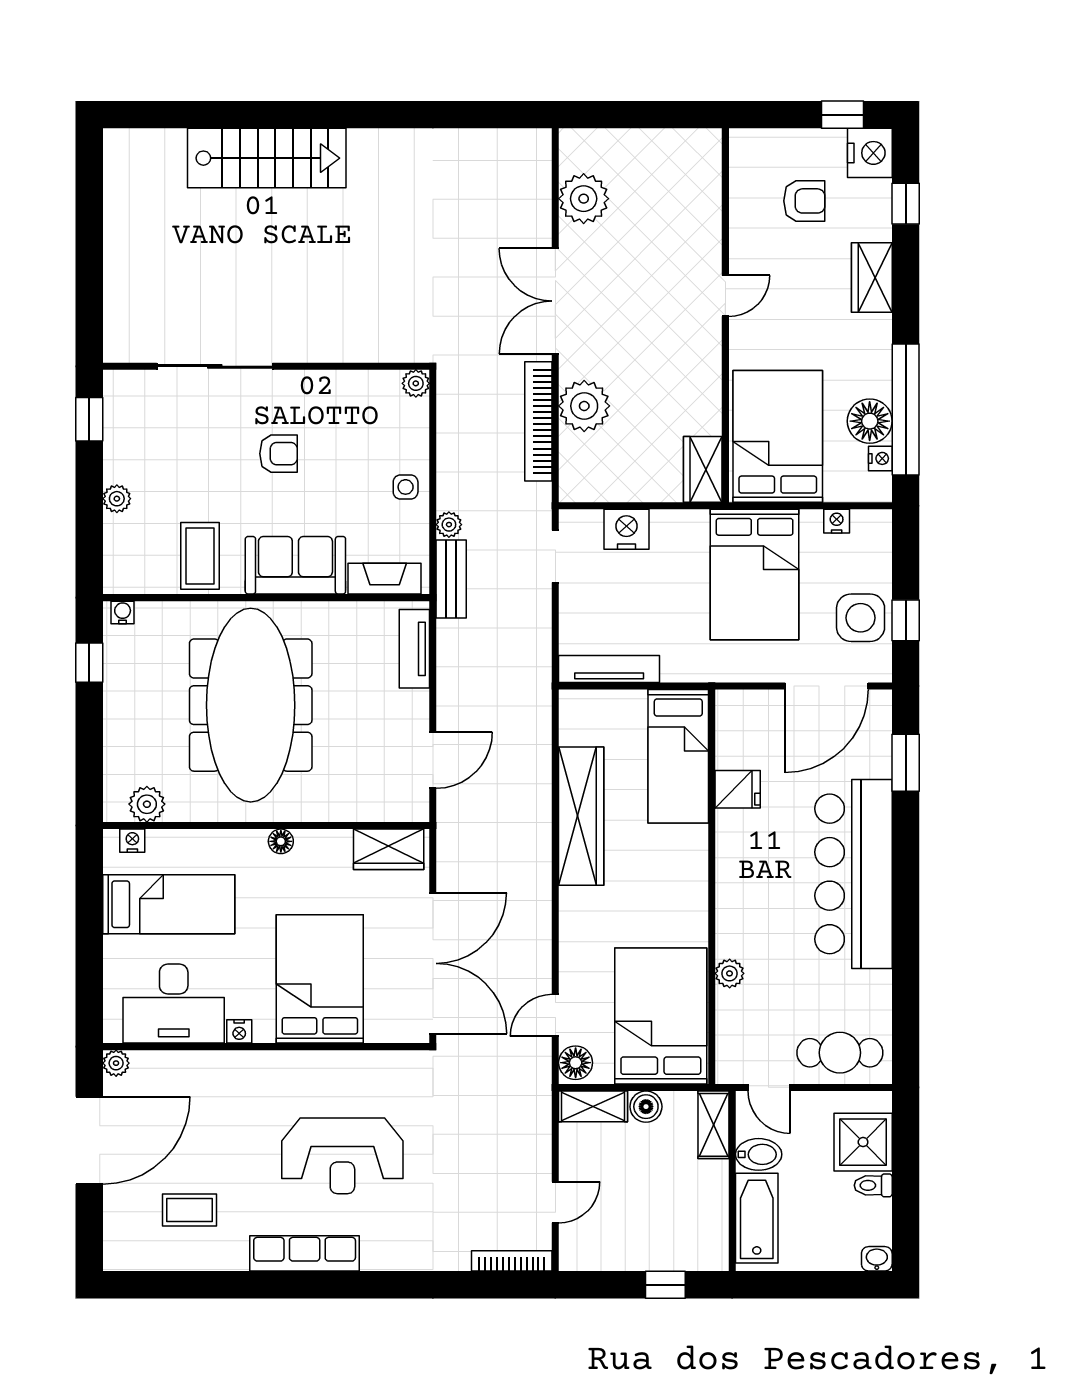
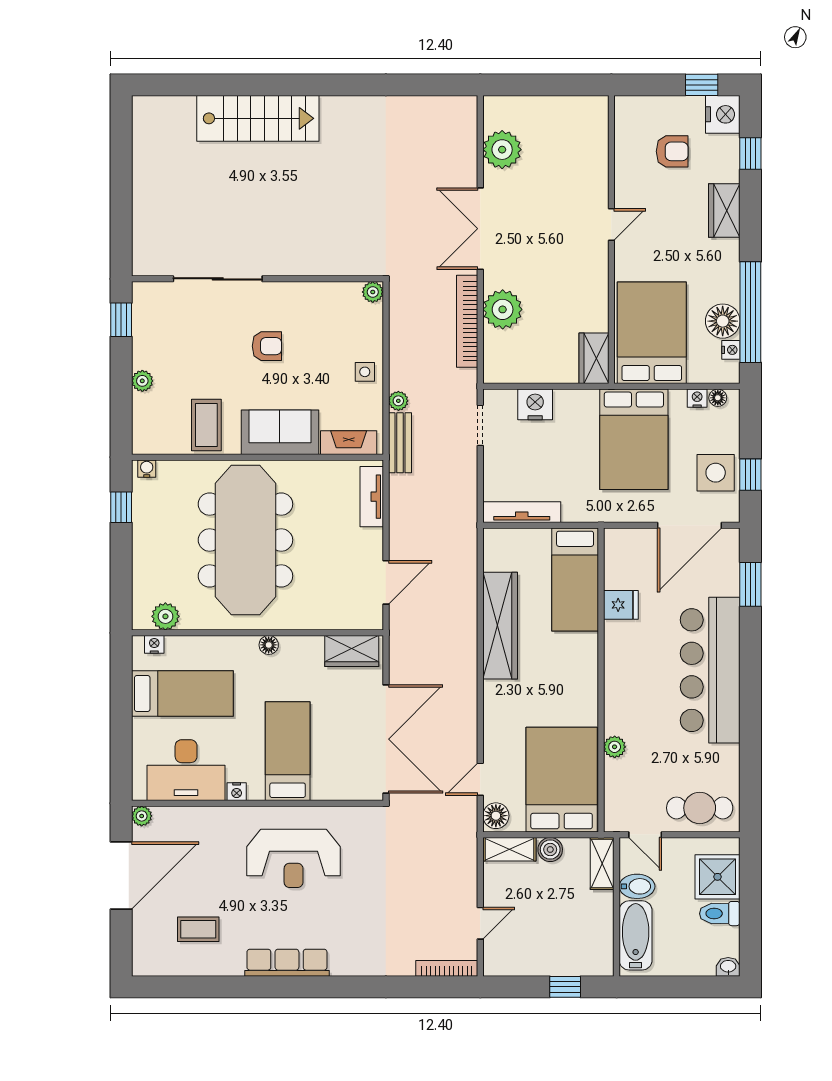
floor lamp: (863, 521) -> (718, 398), added
bed: (320, 979) -> (288, 751), width x0.67
reception desk: (342, 1156) -> (294, 858), moved
toilet: (873, 1185) -> (720, 914), width x1.37, depth x1.39

